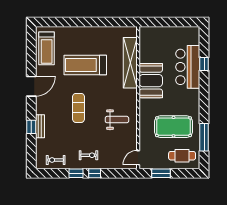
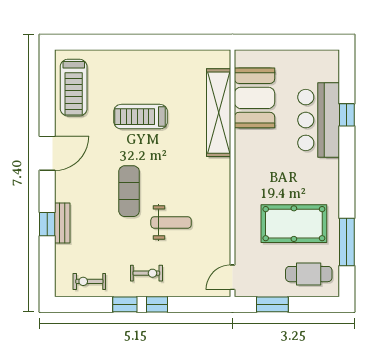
treadmill: (85, 65) -> (141, 117), width x0.73, depth x0.73
booth: (151, 81) -> (254, 98), moved
weight bench: (117, 120) -> (171, 222), moved

